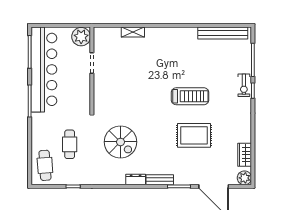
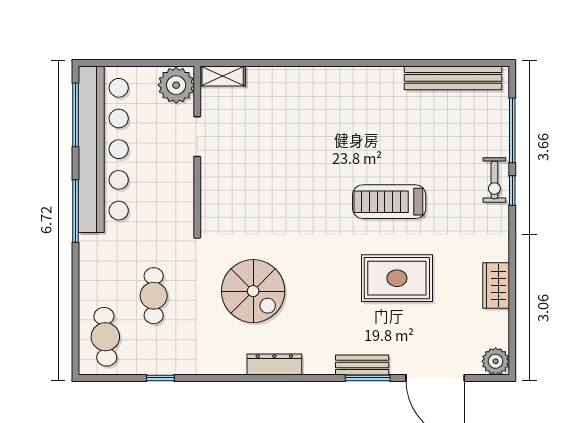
shelving: (133, 32) -> (223, 76), moved
treadmill: (190, 96) -> (389, 202), turned 180
wardrobe: (245, 155) -> (496, 286), moved
dresser: (136, 179) -> (274, 364), width x1.44
bench: (160, 180) -> (362, 365), moved

